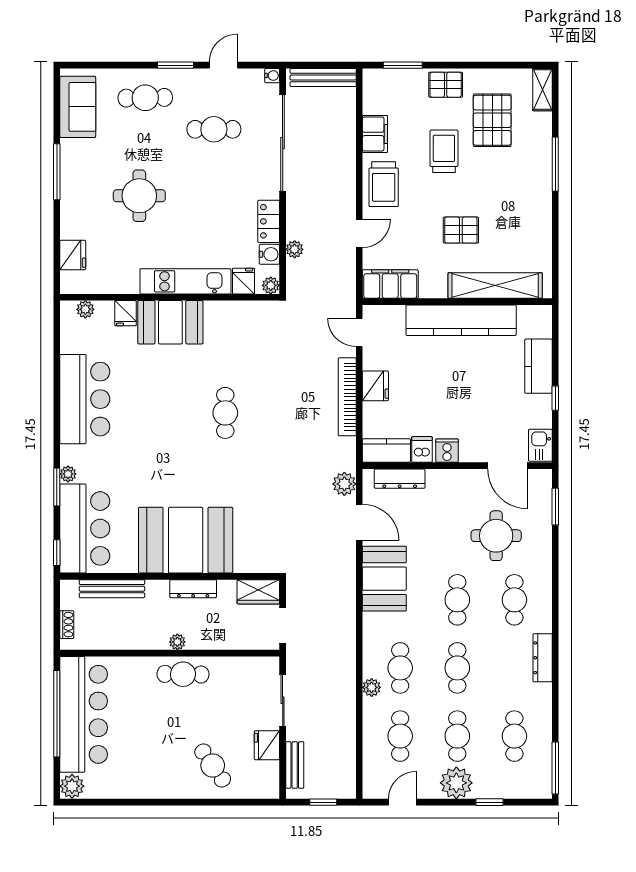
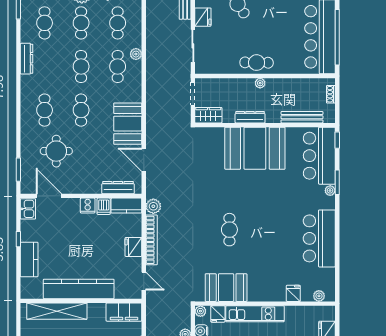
booth: (170, 322) -> (226, 288), moved
plant: (344, 484) -> (153, 206), moved
dresser: (543, 658) -> (27, 59), moved

